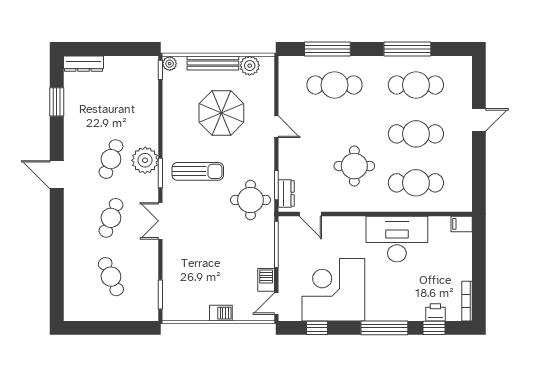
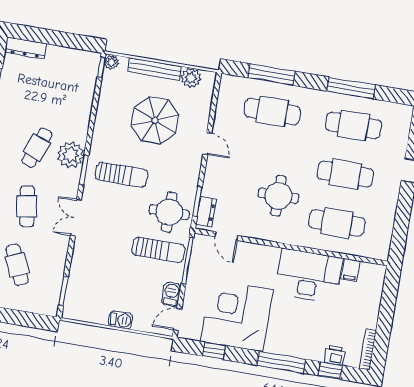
cafe table: (111, 218) -> (27, 206), turned -30
filing cabinet: (462, 224) -> (350, 270), moved, turned -90
sun lounger: (246, 239) -> (158, 250), added

